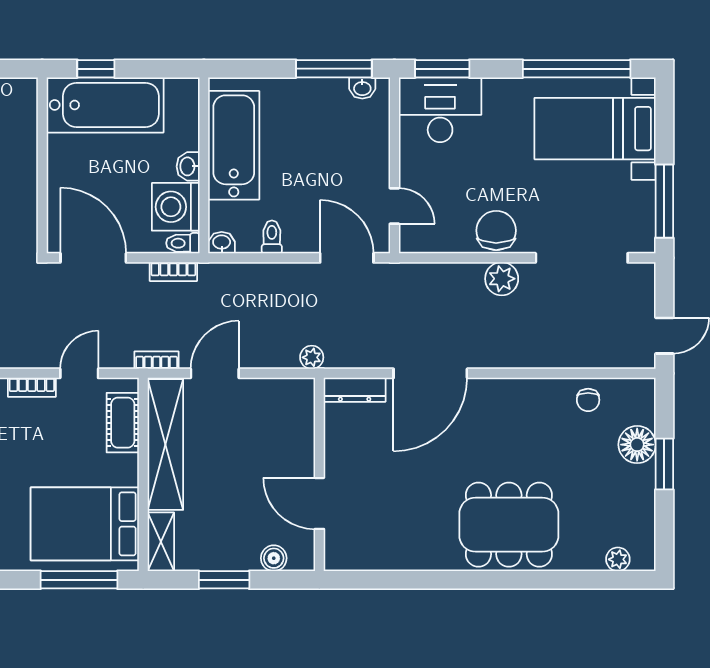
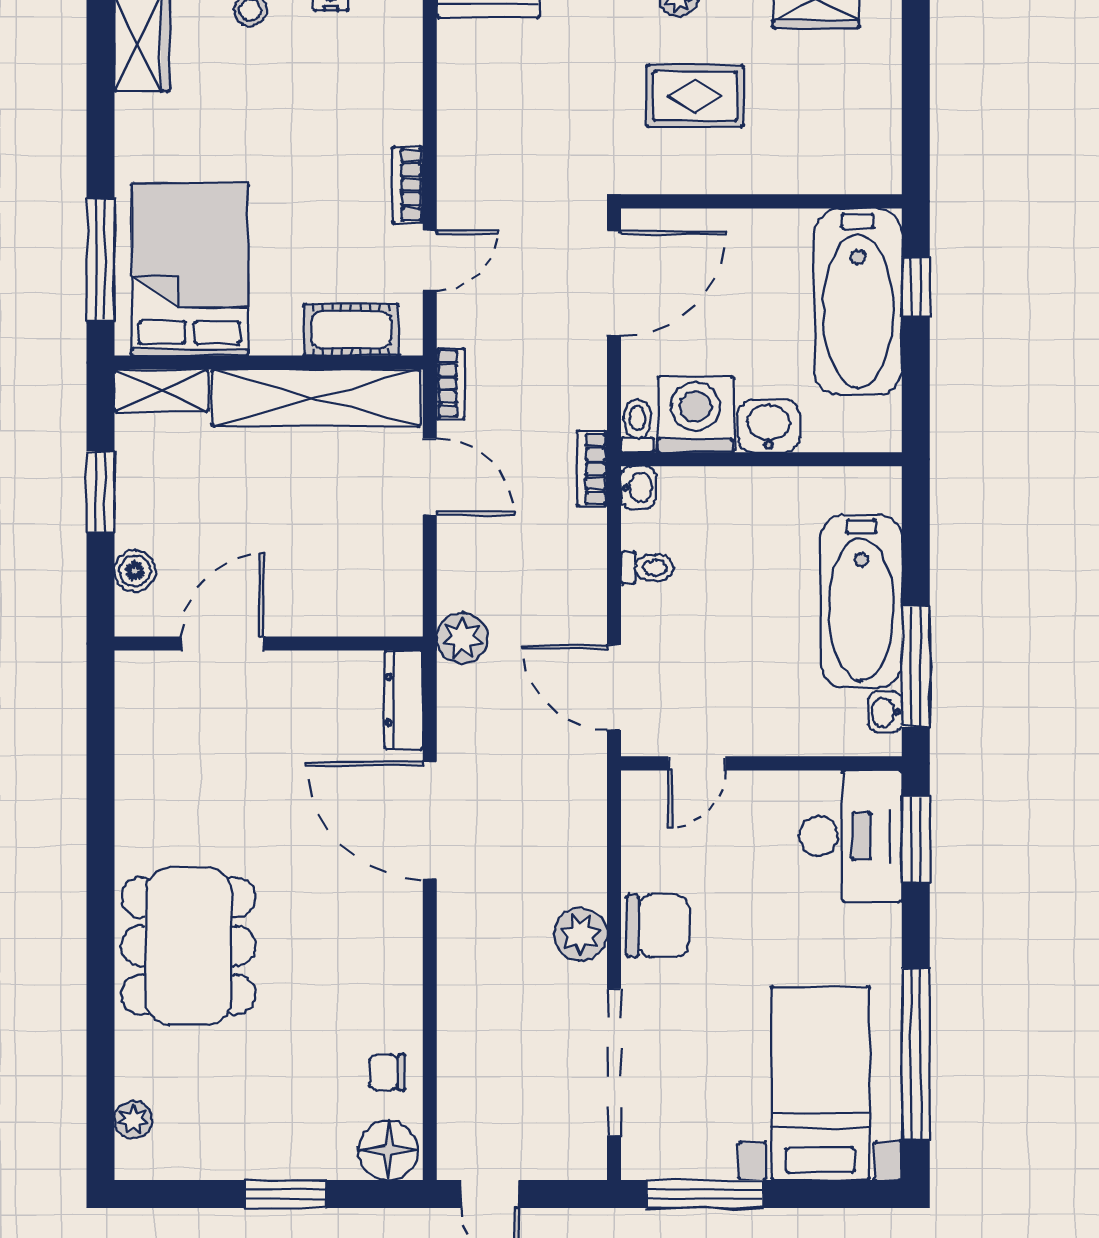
bathtub: (234, 145) -> (861, 601), moved, turned 90
washbasin: (188, 166) -> (769, 426), width x1.38, depth x1.45
door: (347, 258) -> (614, 687), swing flipped
bookcase: (173, 272) -> (592, 469), moved
plant: (312, 357) -> (462, 638), width x1.38, depth x1.38
door: (79, 373) -> (430, 260), hinge flipped
floor lamp: (637, 445) -> (388, 1151), moved

